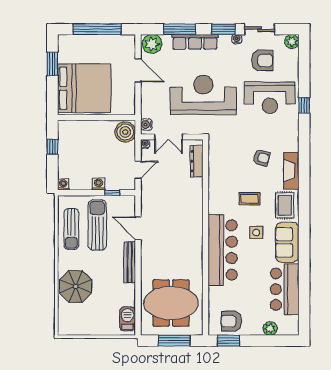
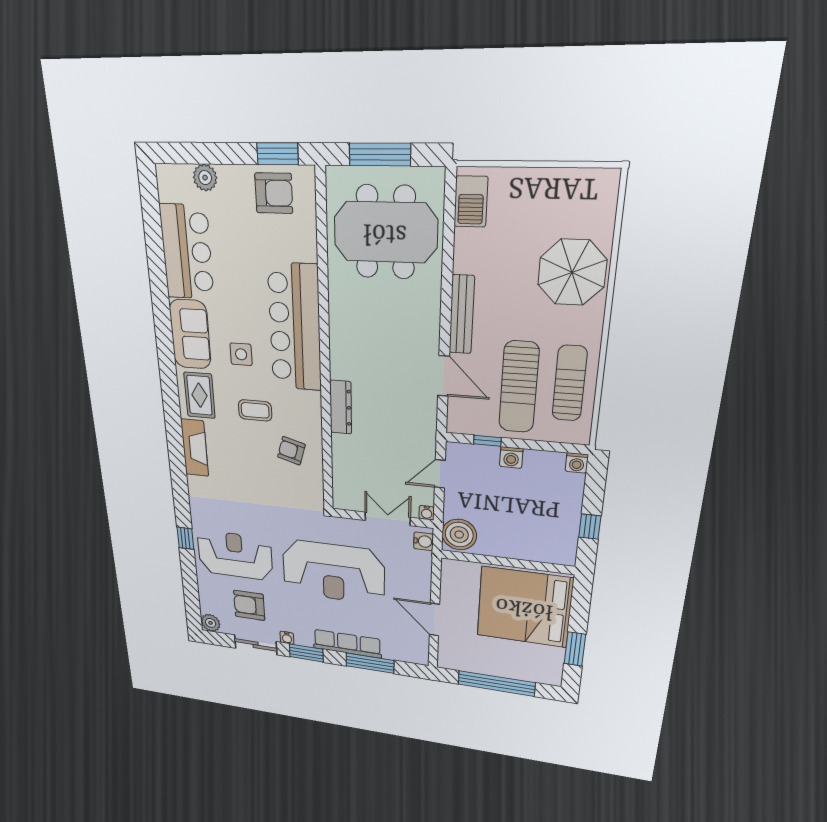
plant: (152, 44) -> (412, 651), removed
armchair: (262, 158) -> (291, 451), moved
dresser: (197, 161) -> (341, 407), moved

